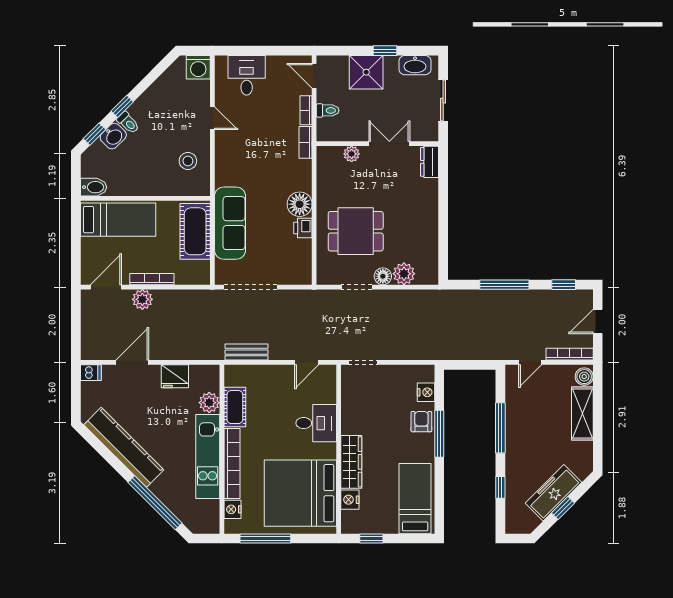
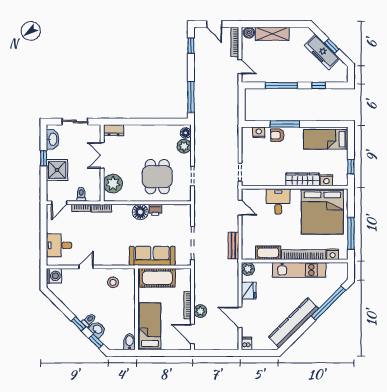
plant: (352, 154) -> (113, 184), width x1.88, depth x1.88
floor lamp: (383, 276) -> (186, 133), moved
window: (504, 285) -> (191, 97), moved
plant: (209, 403) -> (248, 269), moved

